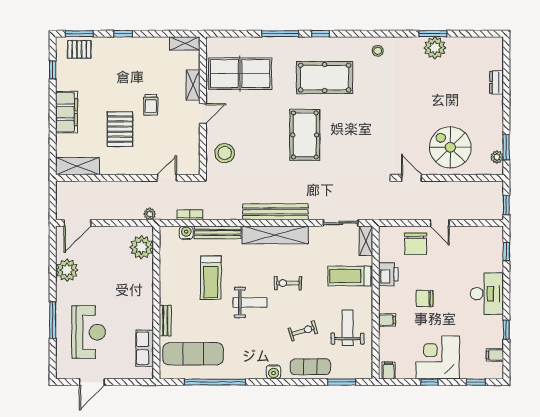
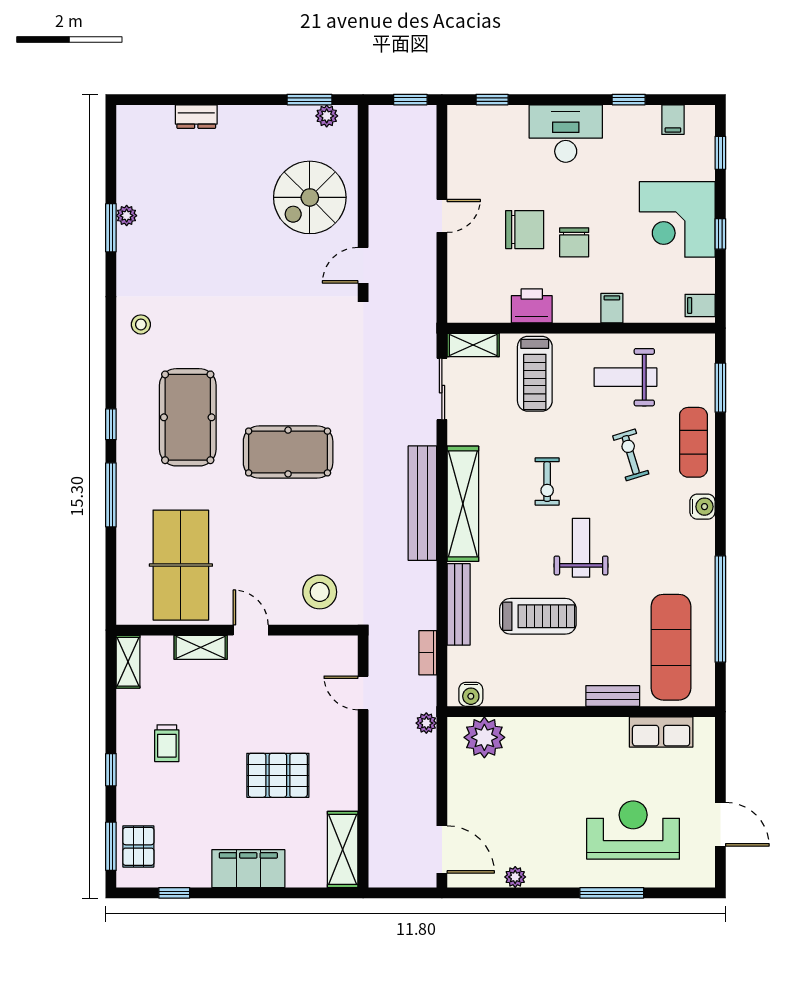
plant: (435, 48) -> (127, 216), width x0.53, depth x0.53
trolley: (151, 105) -> (167, 743), moved, turned 90
water cooler: (186, 233) -> (471, 694), moved, turned -90
chair: (416, 244) -> (525, 230), moved
plant: (67, 270) -> (515, 877), width x0.53, depth x0.53

